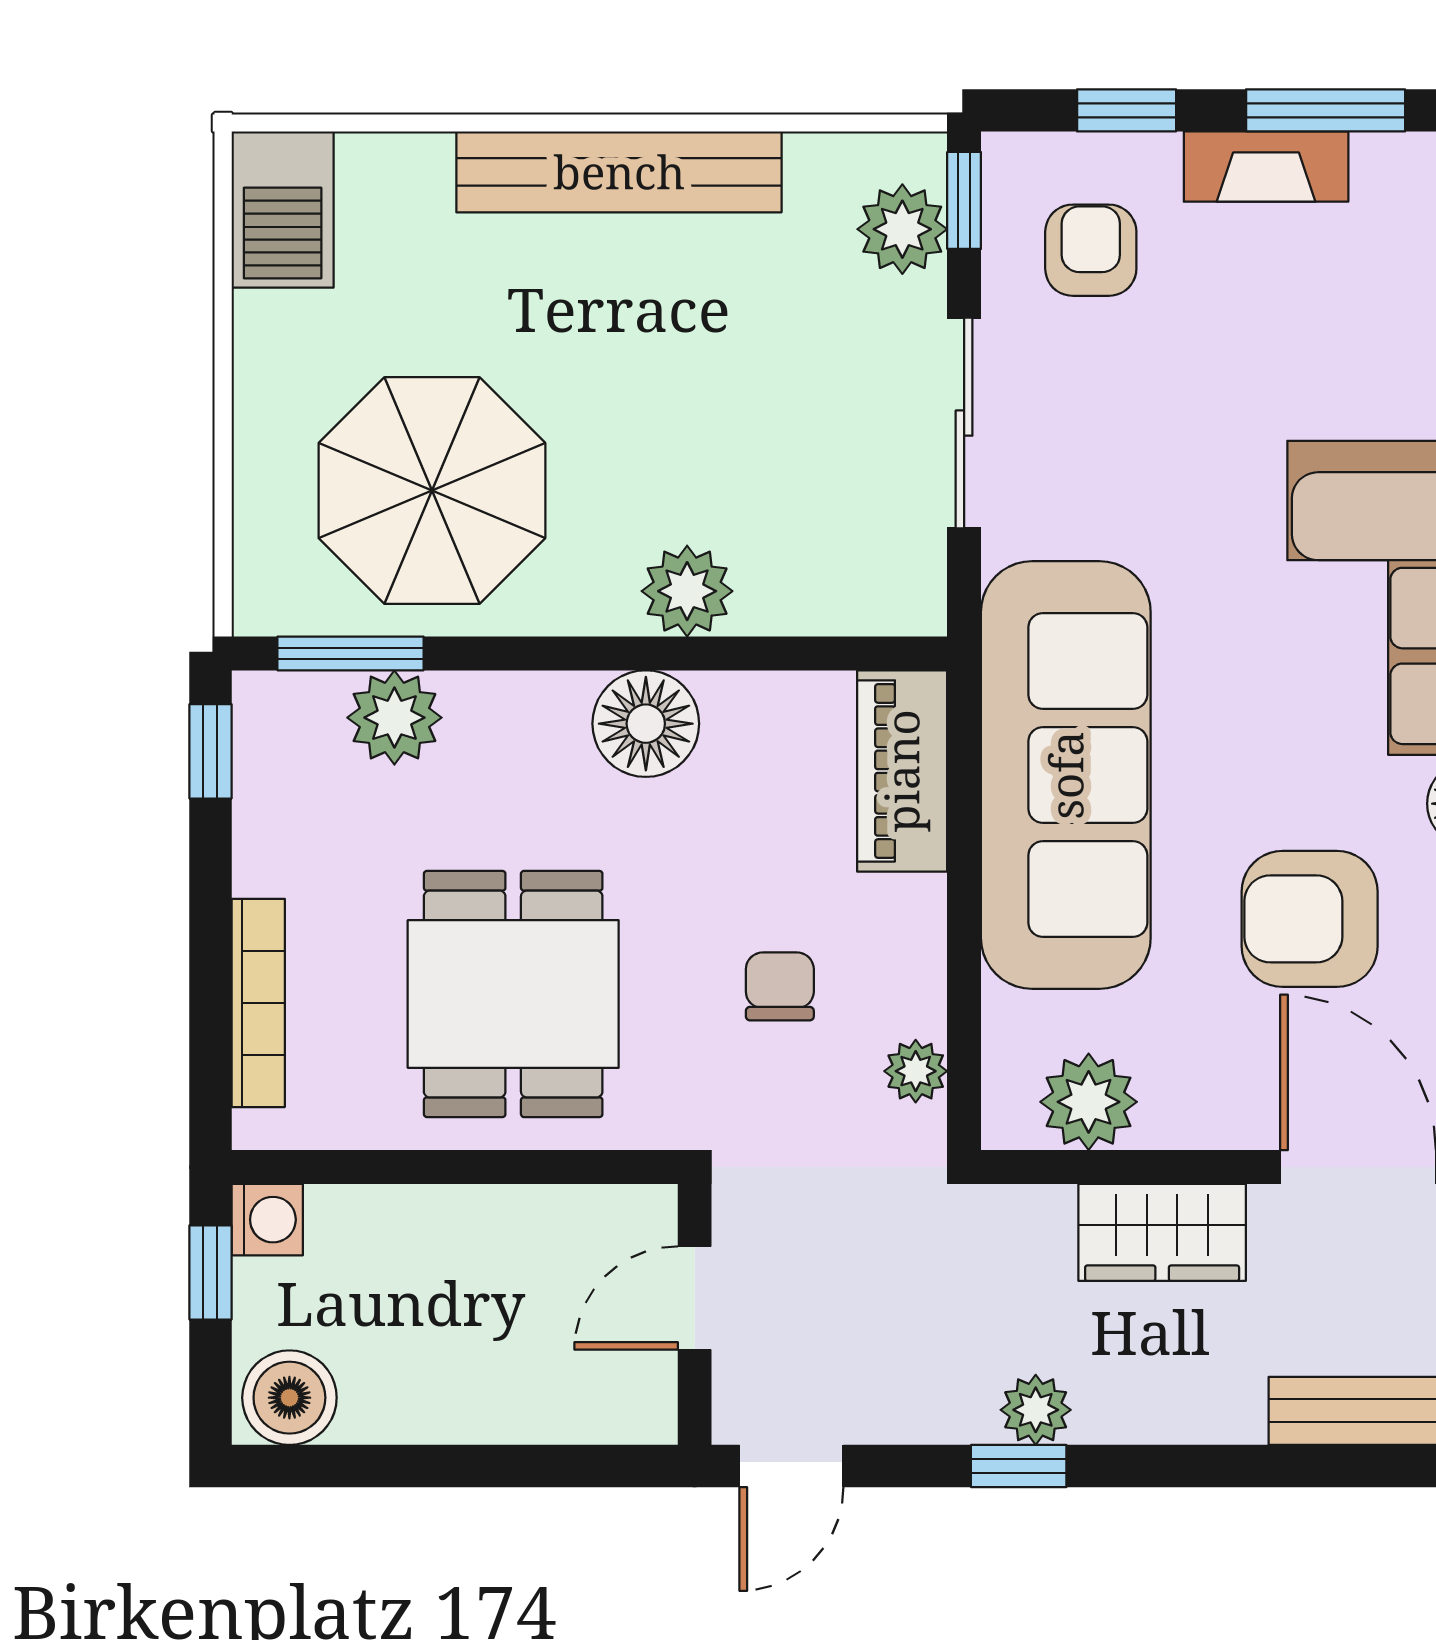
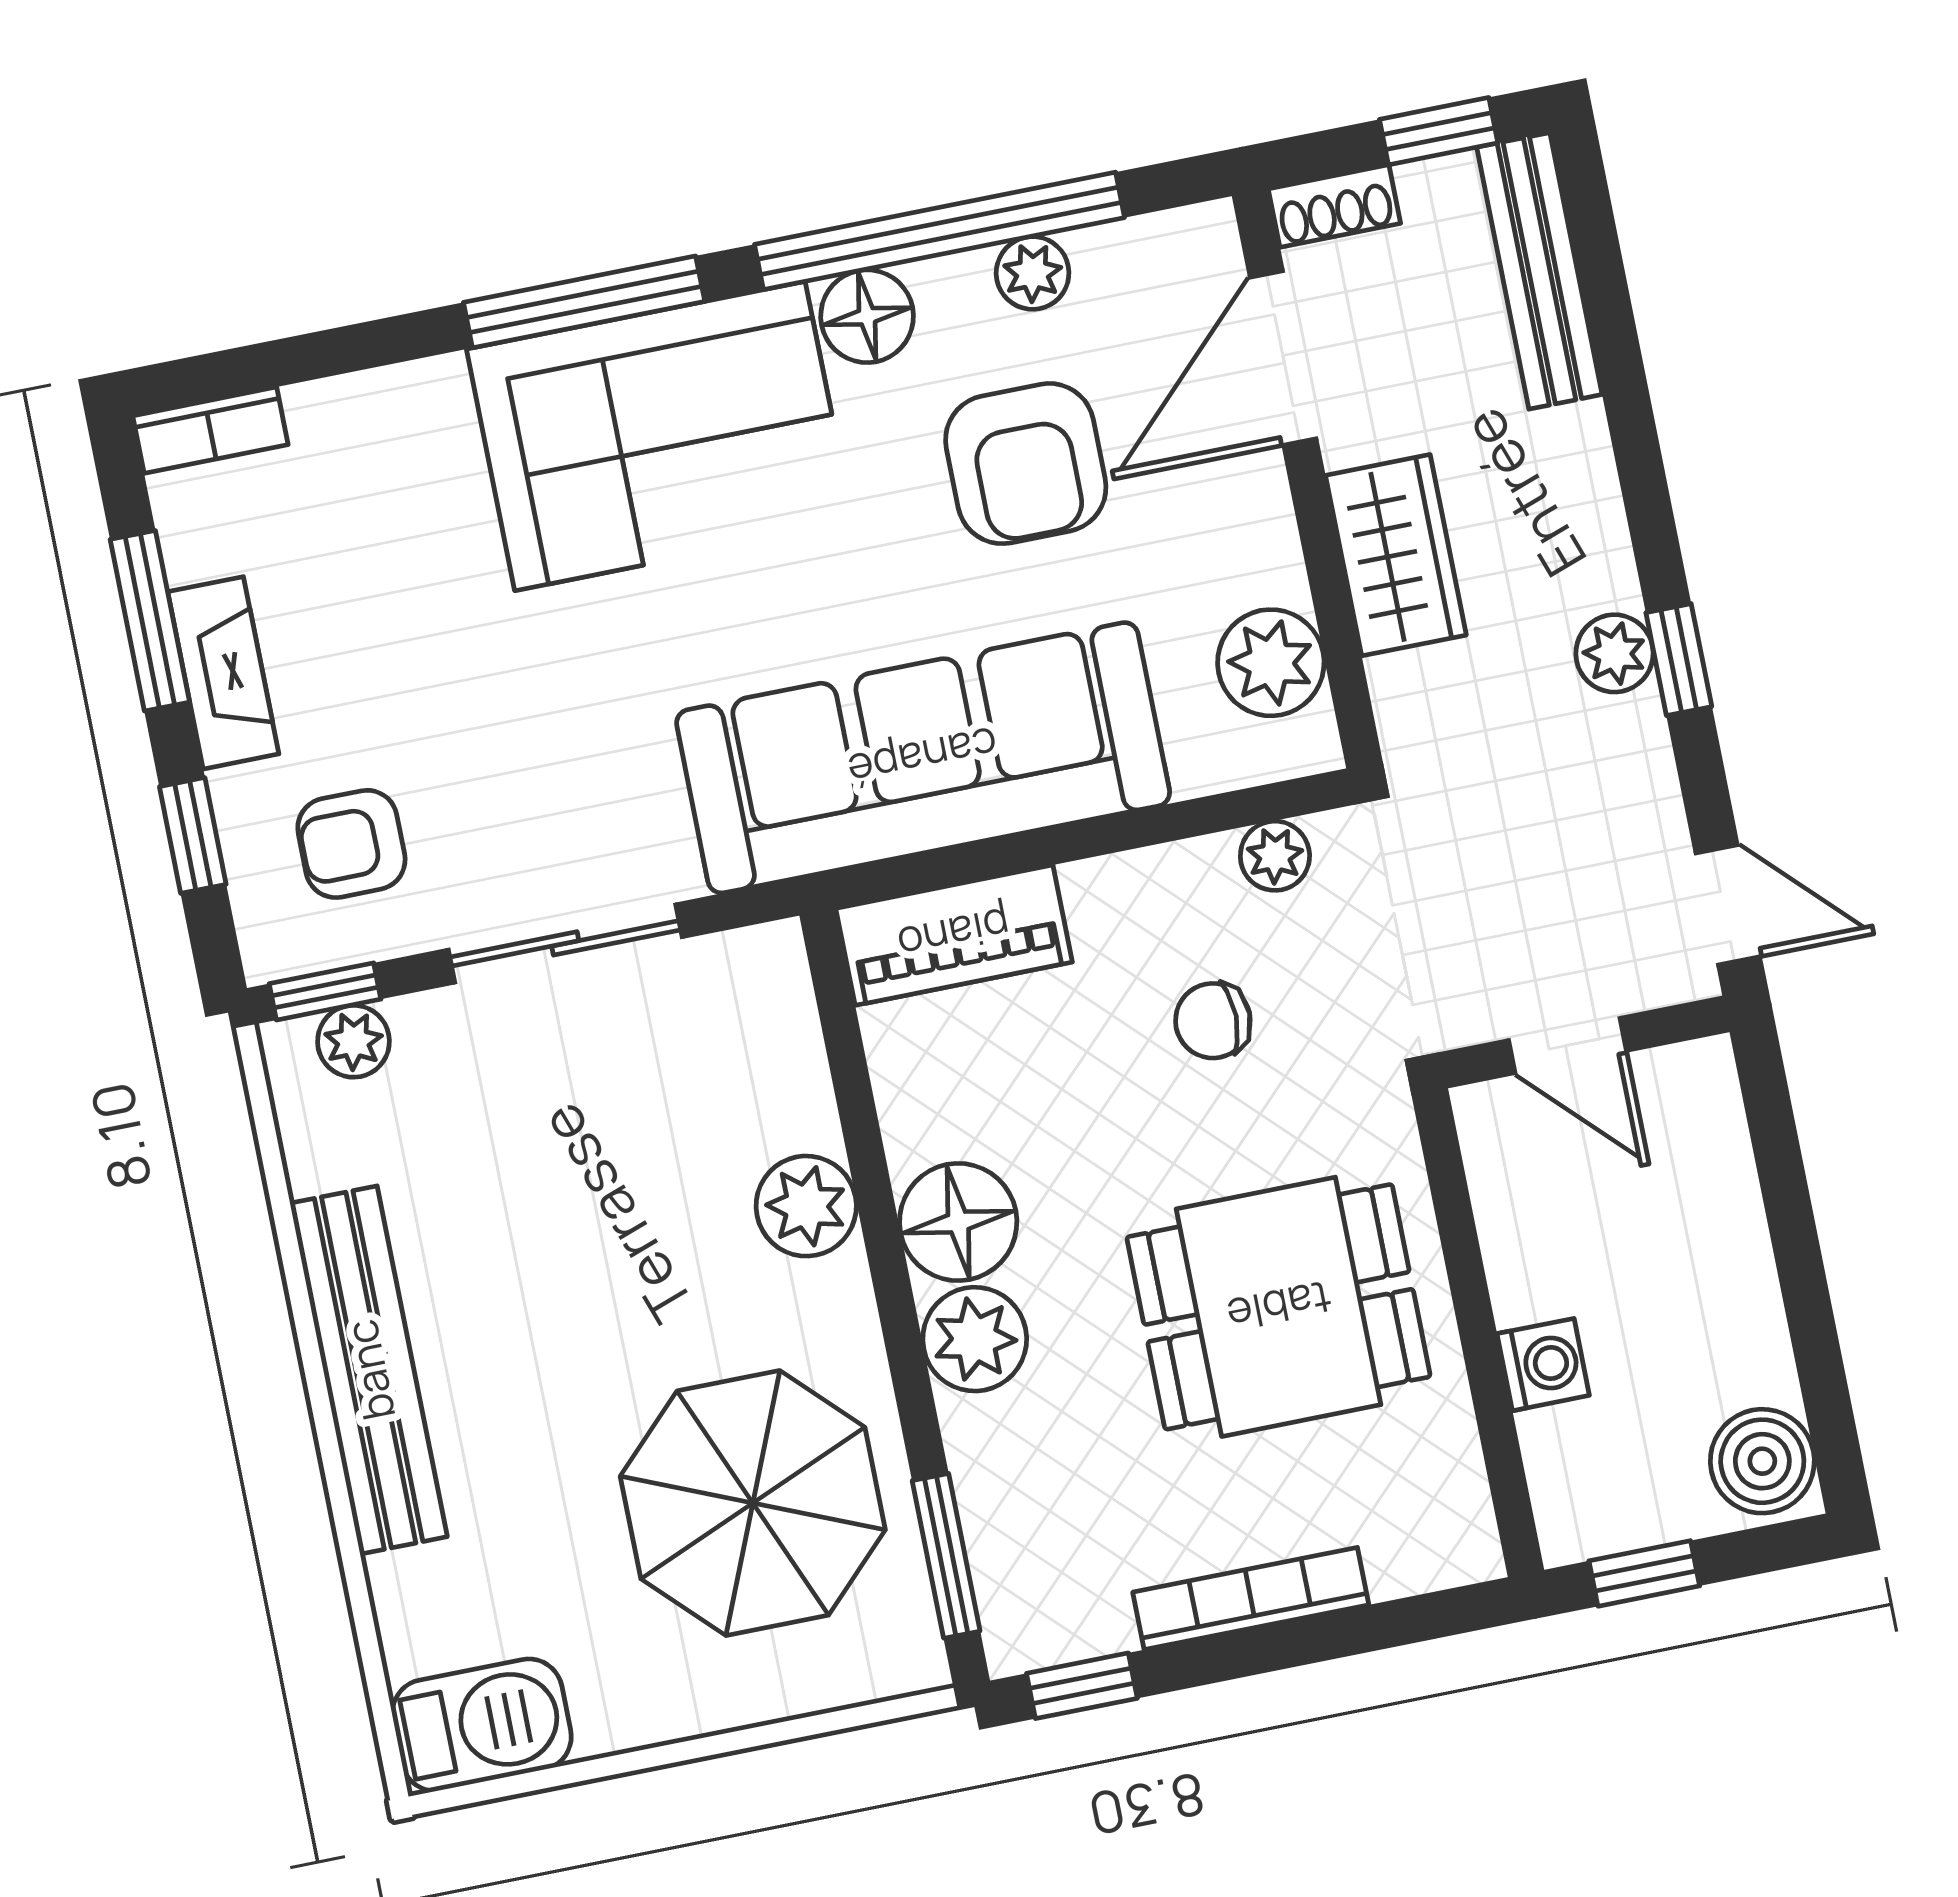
plant: (902, 229) -> (353, 1041), width x0.73, depth x0.73
plant: (394, 718) -> (975, 1339), moved
bookcase: (258, 1003) -> (1251, 1599), moved
washing machine: (267, 1220) -> (1543, 1365), moved, turned 90

